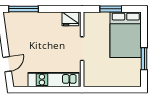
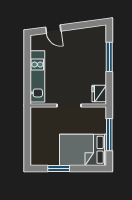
window: (24, 9) -> (109, 57), moved
window: (111, 9) -> (109, 135), width x1.44

